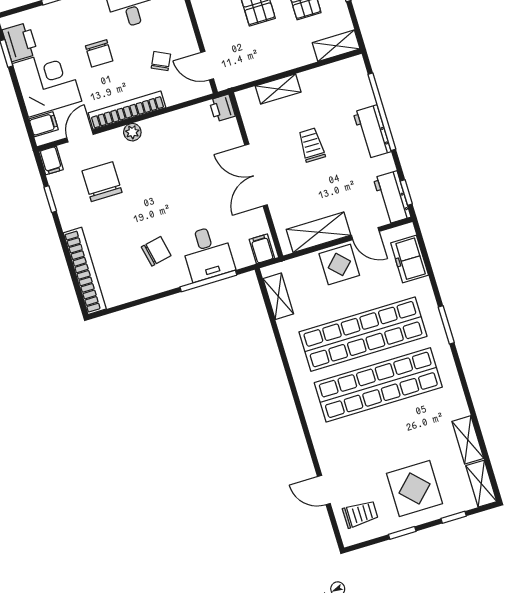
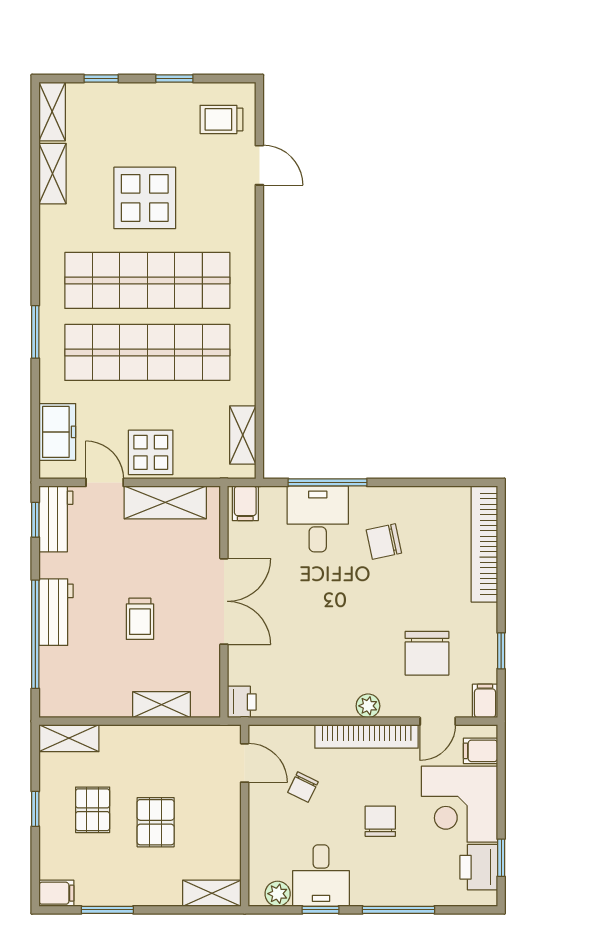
display table: (415, 488) -> (145, 198), moved

